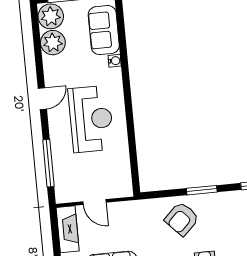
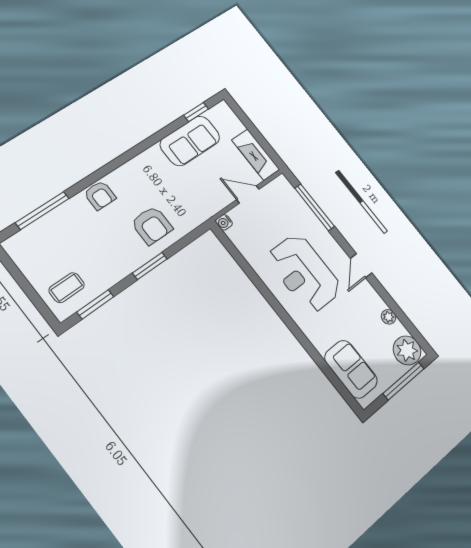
plant: (53, 43) -> (389, 317), width x0.53, depth x0.53
water cooler: (115, 61) -> (224, 222), moved
armchair: (182, 219) -> (152, 225), turned 134

